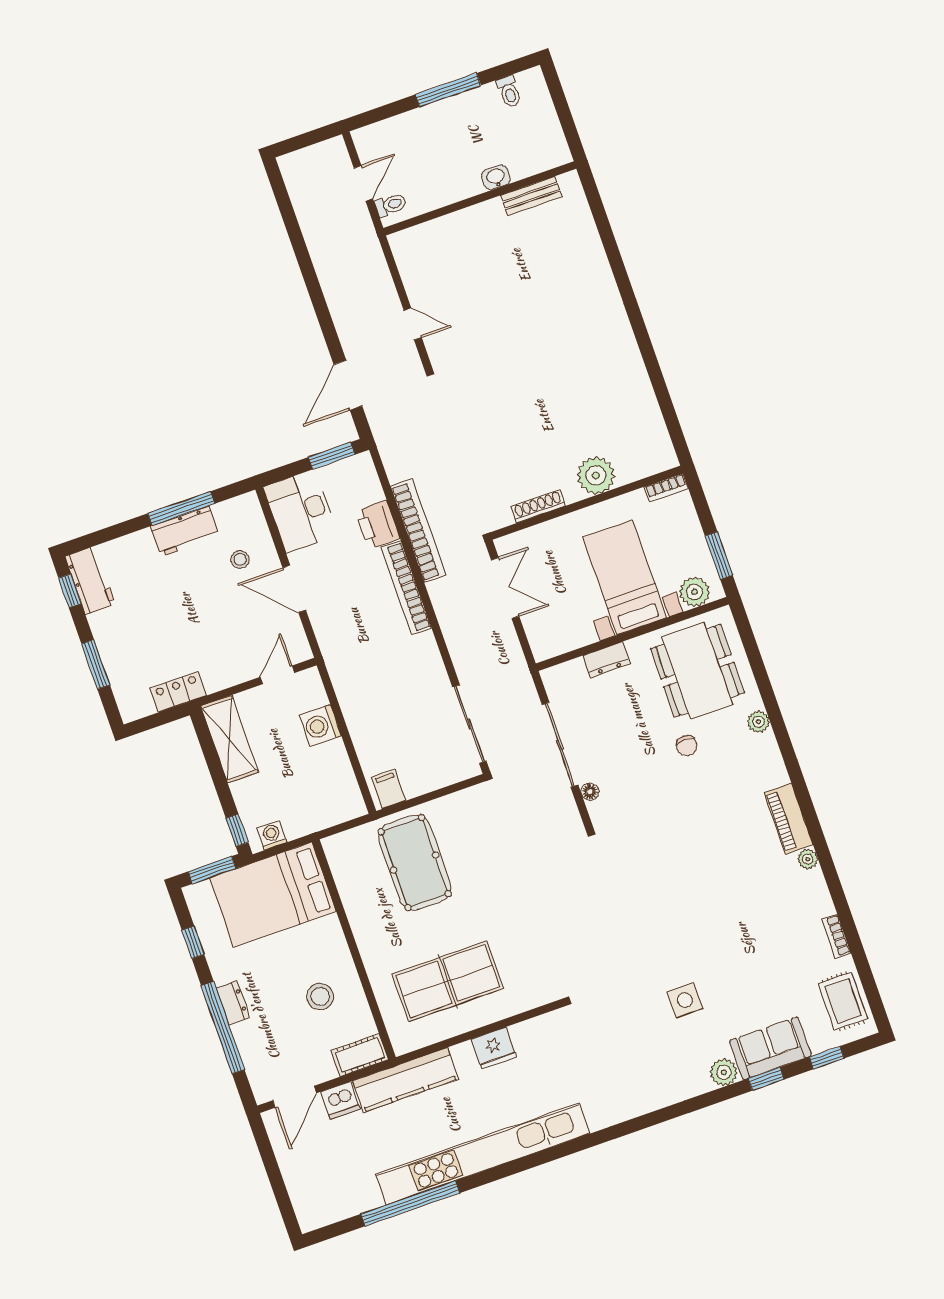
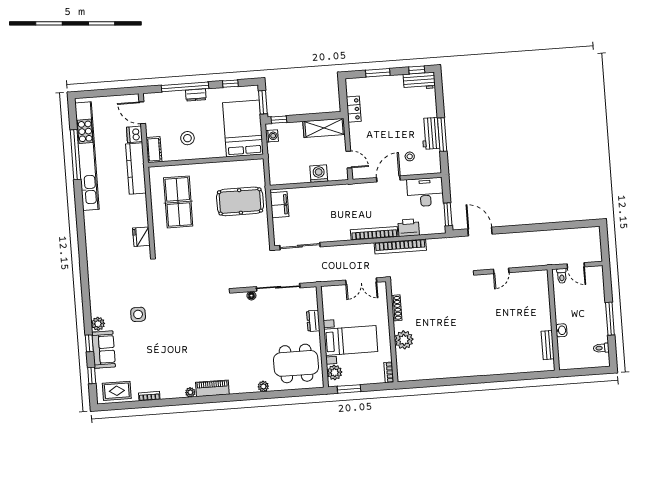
chair: (687, 746) -> (261, 348), removed
filing cabinet: (389, 789) -> (279, 205), width x2.00
fridge: (494, 1048) -> (141, 237), moved
kitchen unit: (483, 1154) -> (87, 156), moved

